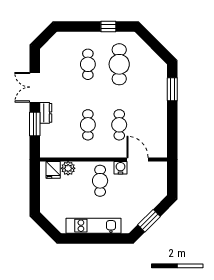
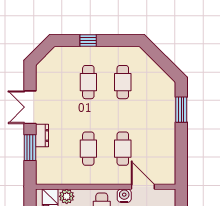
window: (108, 26) -> (88, 40), moved
cafe table: (119, 64) -> (123, 82), width x0.73, depth x0.74

